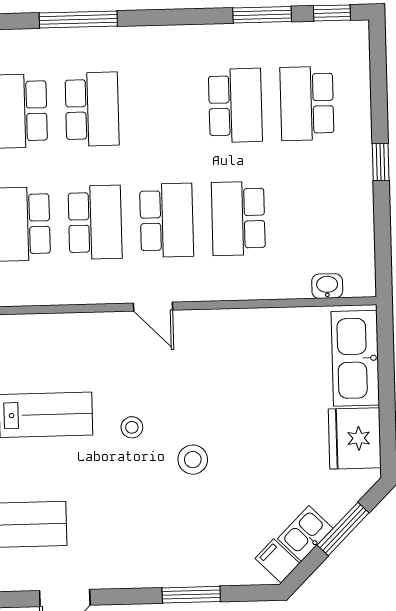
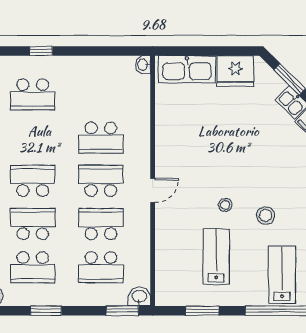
school desk: (235, 105) -> (33, 181), moved
window: (381, 162) -> (41, 51), moved
washbasin: (327, 286) -> (143, 65), moved
stool: (193, 460) -> (266, 216), moved

